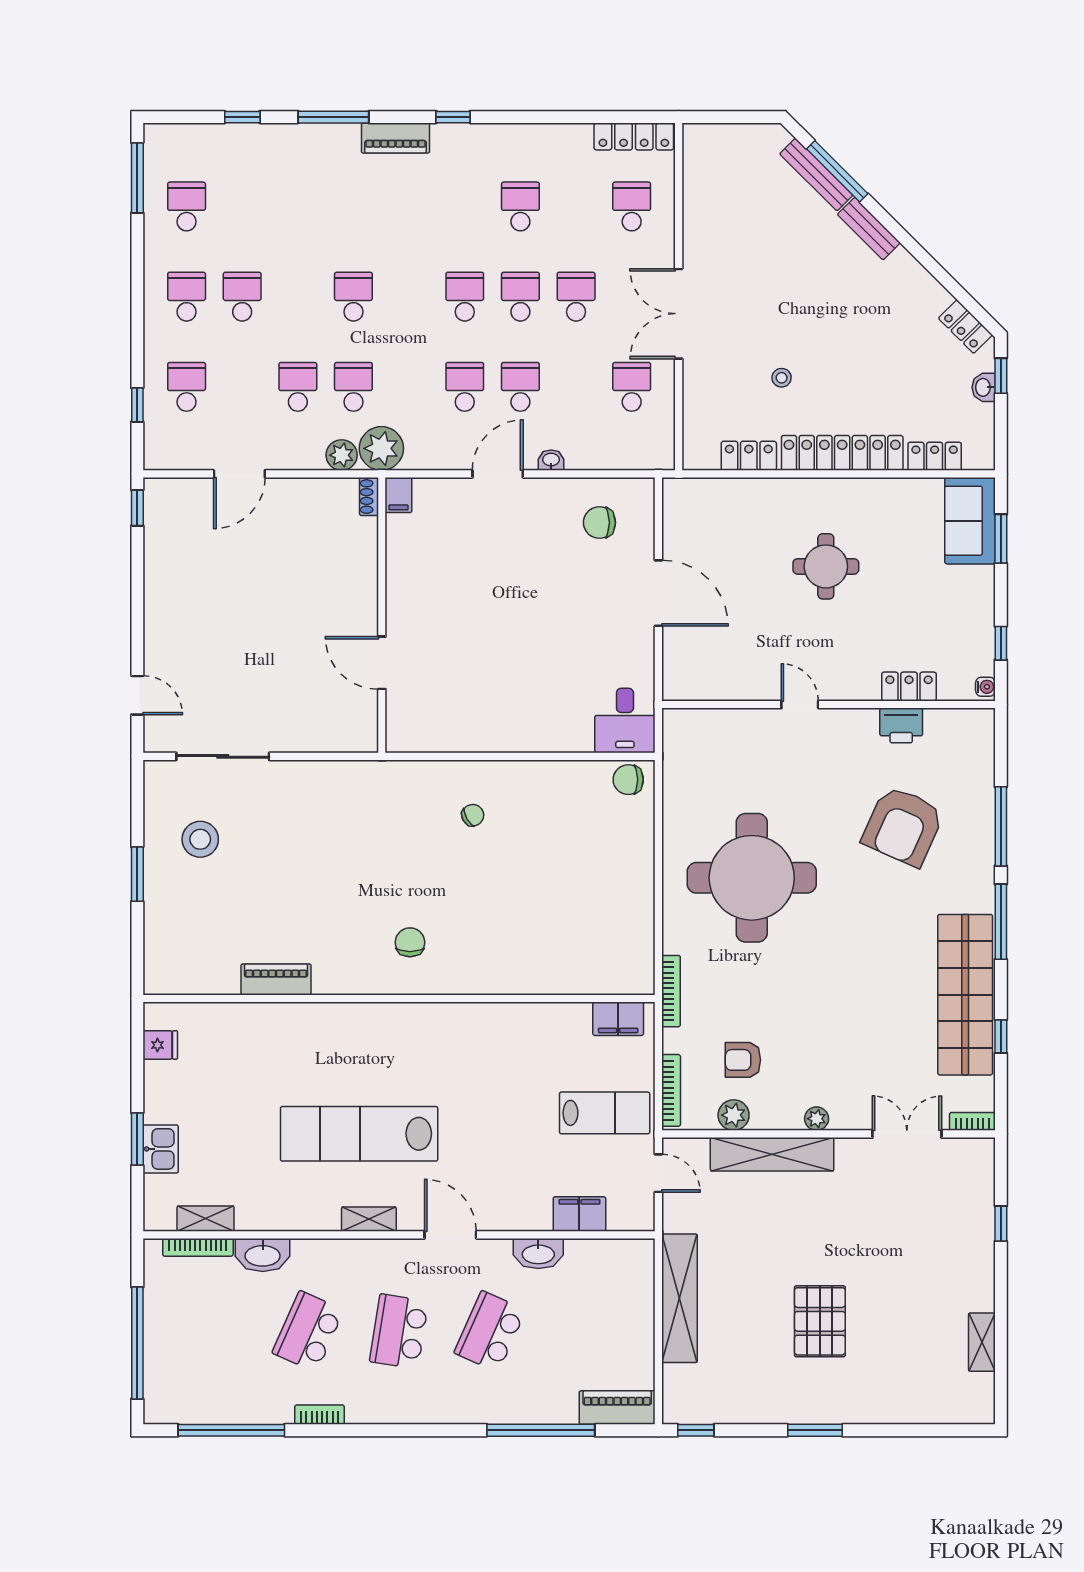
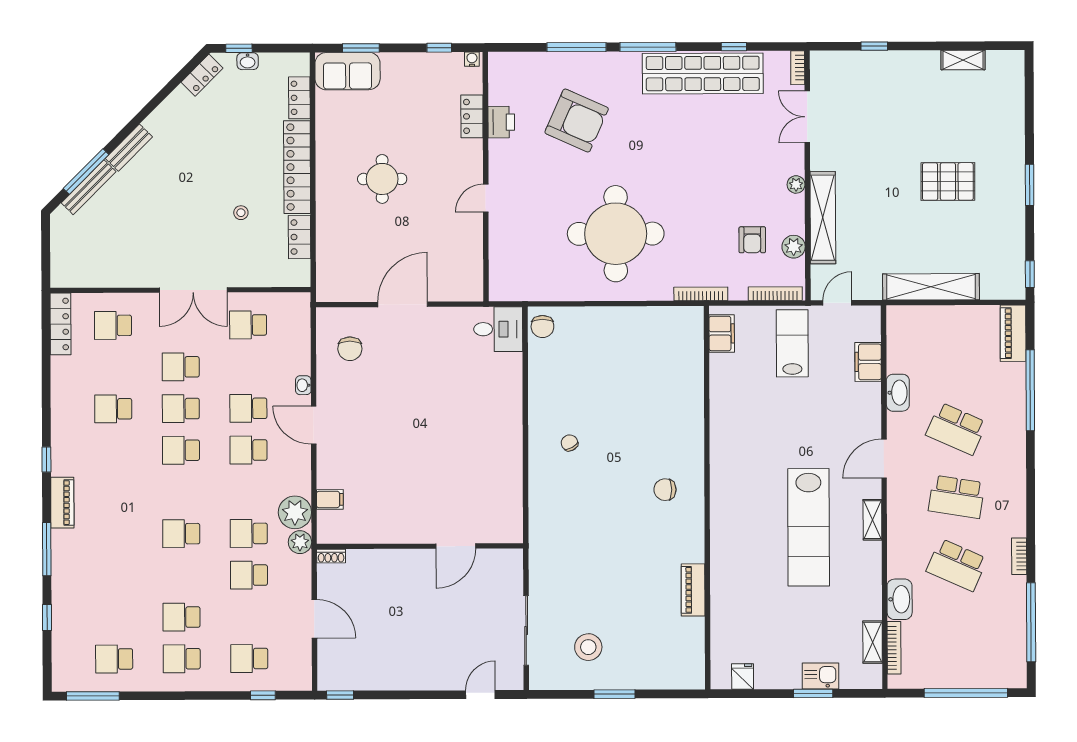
shoe rack: (369, 497) -> (331, 556), moved
wall: (382, 615) -> (420, 546), moved
door: (382, 663) -> (456, 546), moved

